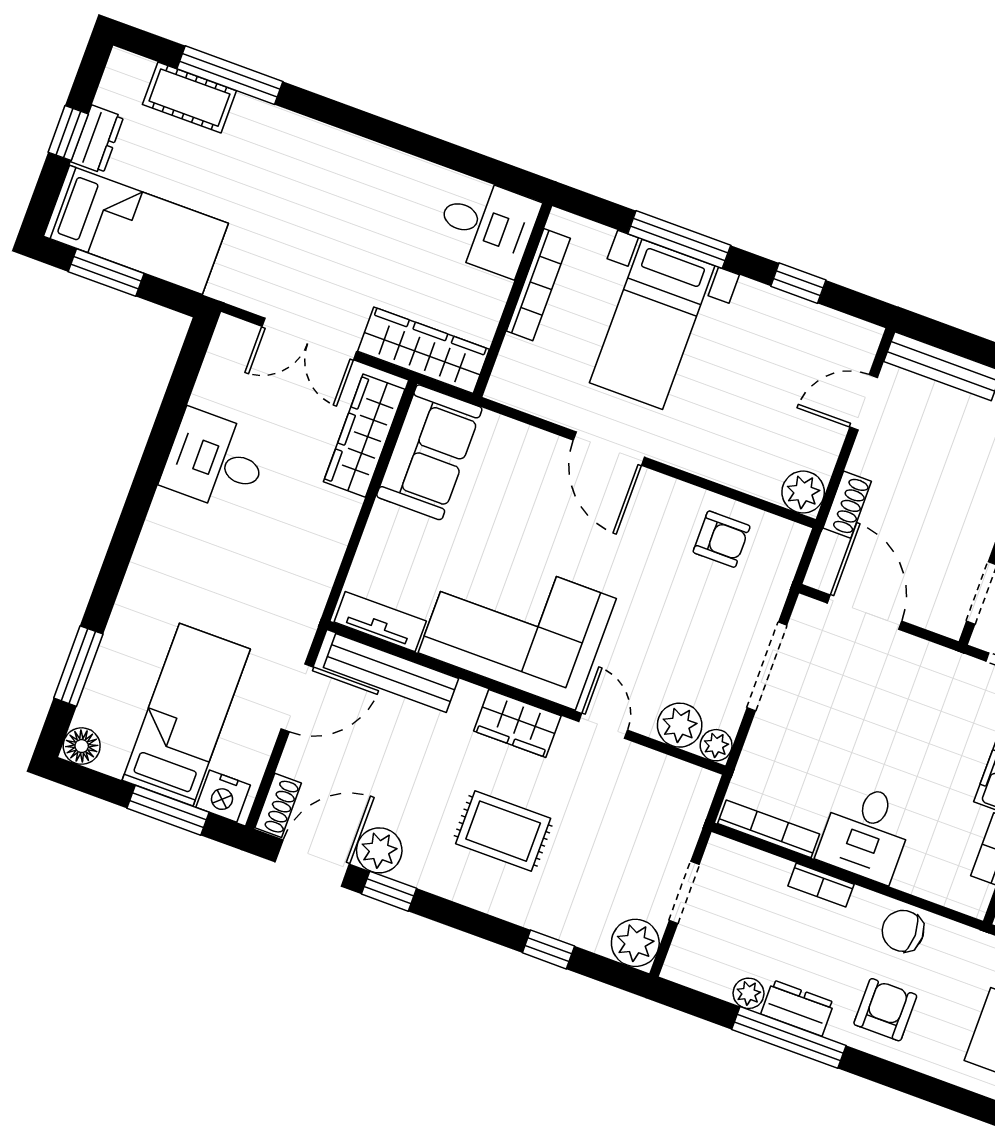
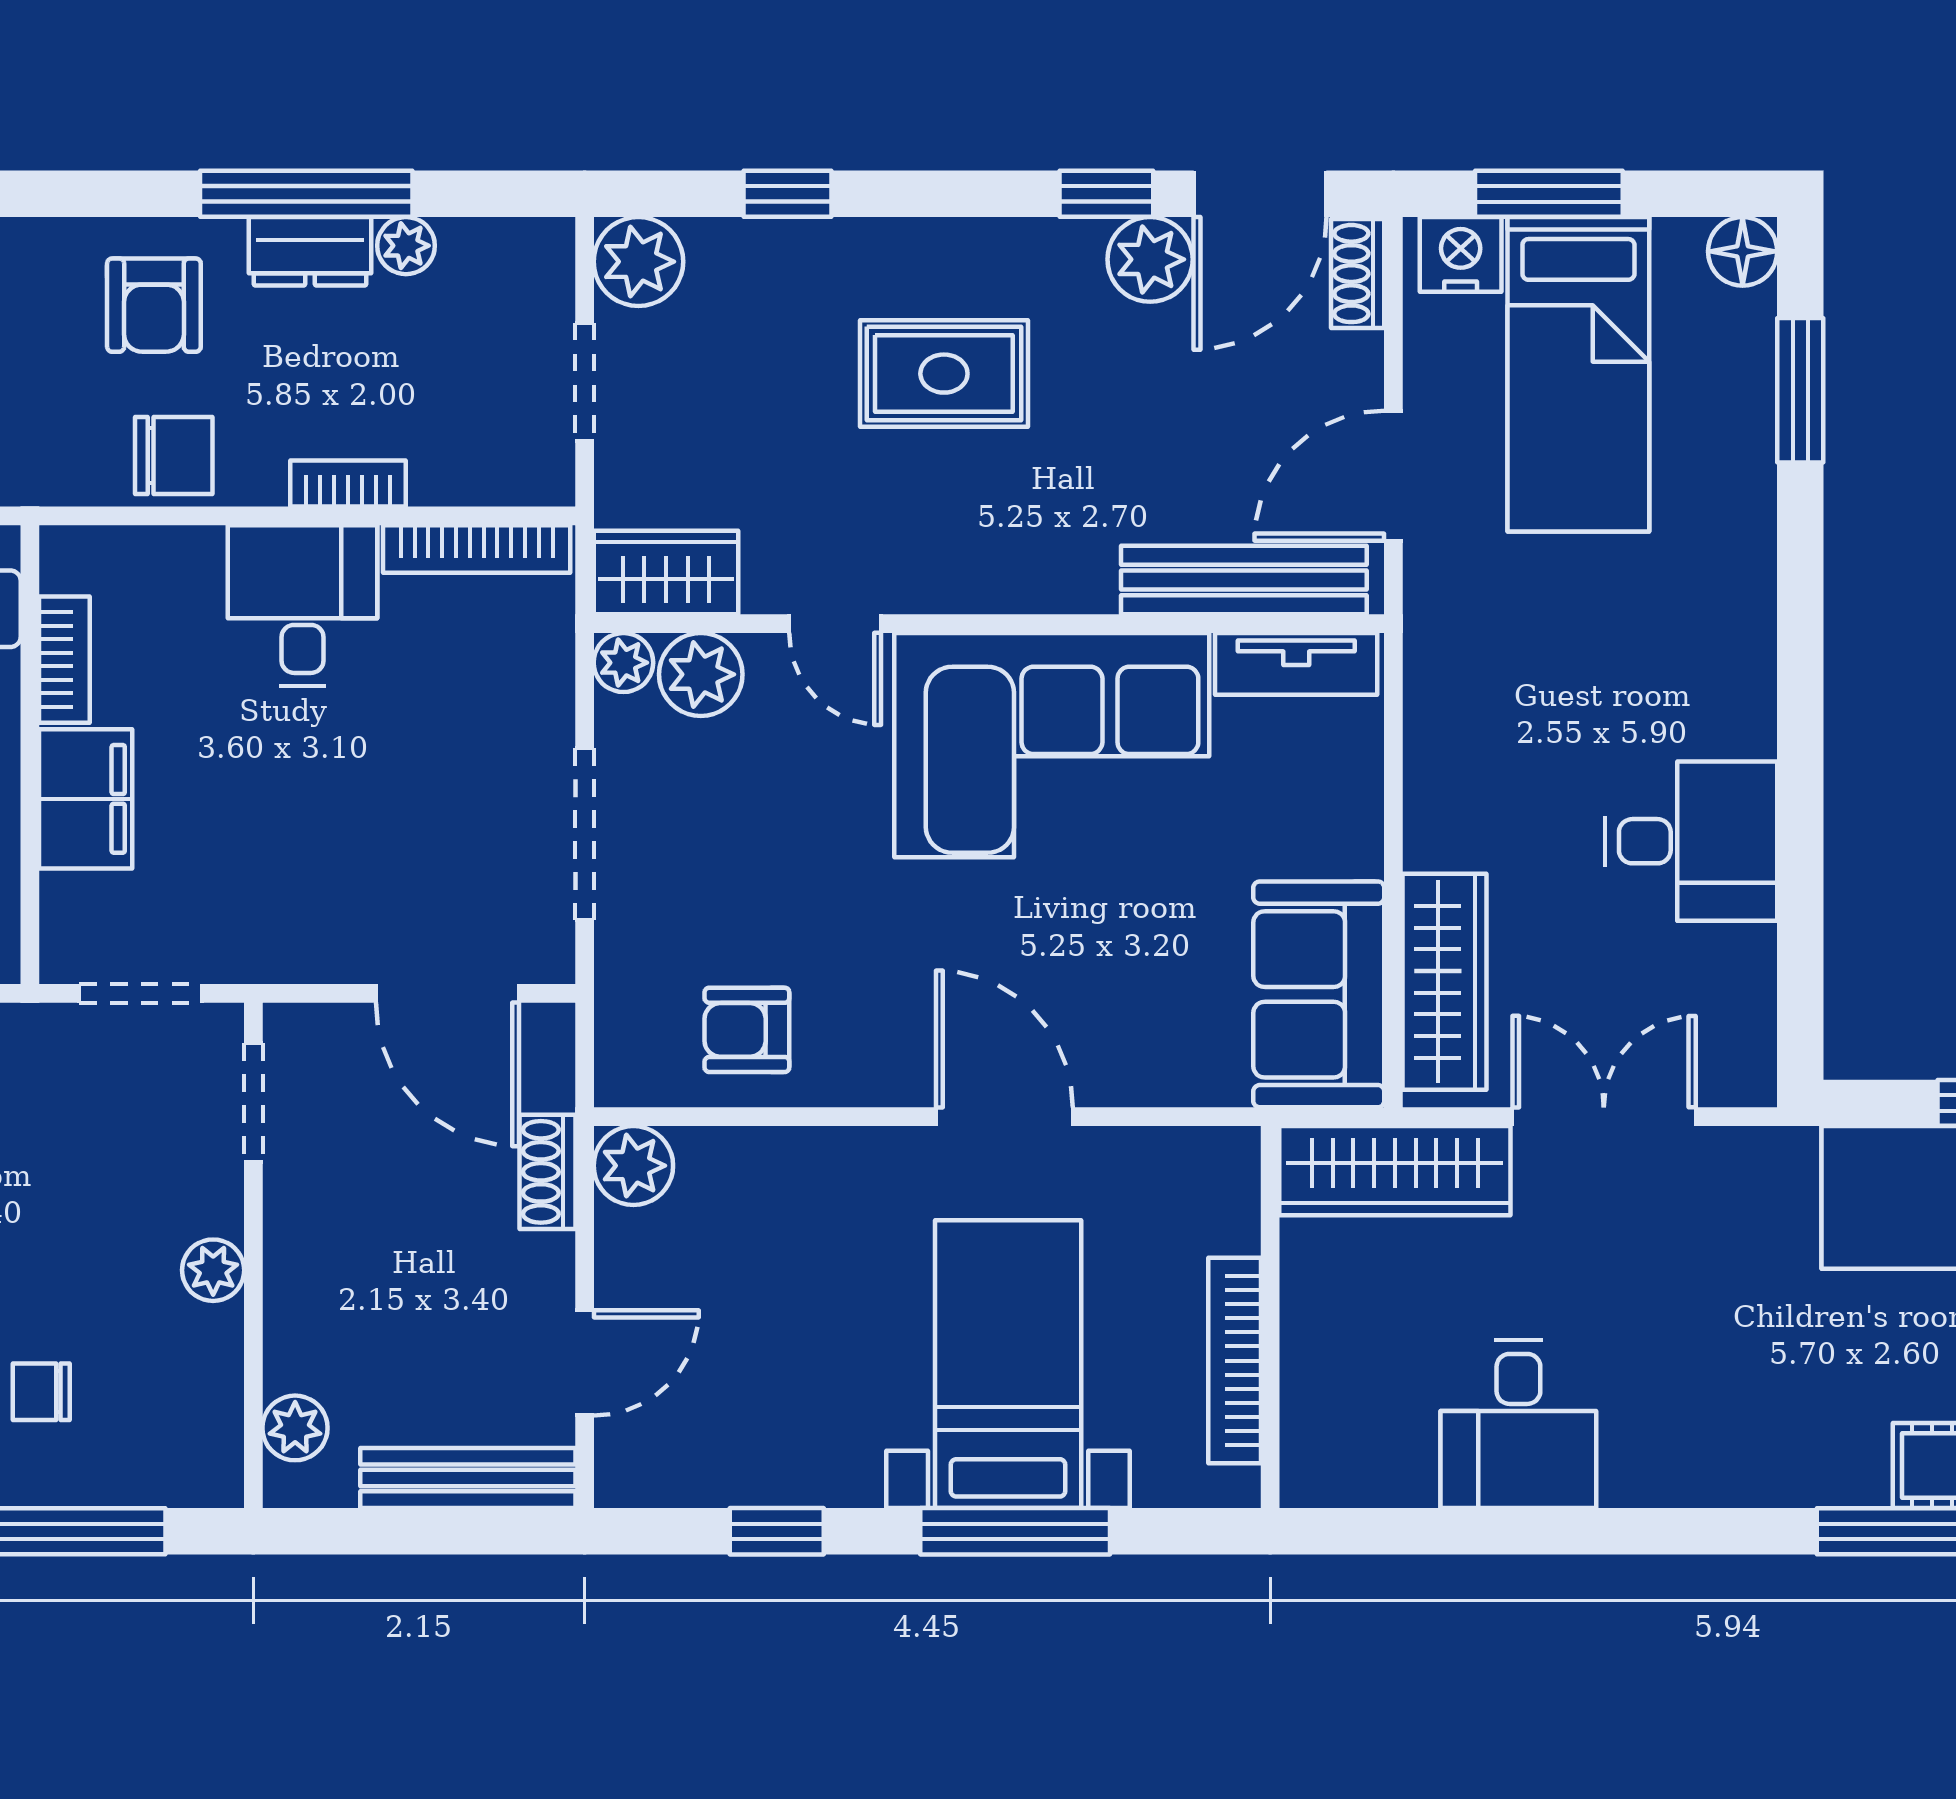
desk: (487, 226) -> (1518, 1424), moved, turned -90
wardrobe: (517, 723) -> (666, 573), moved

